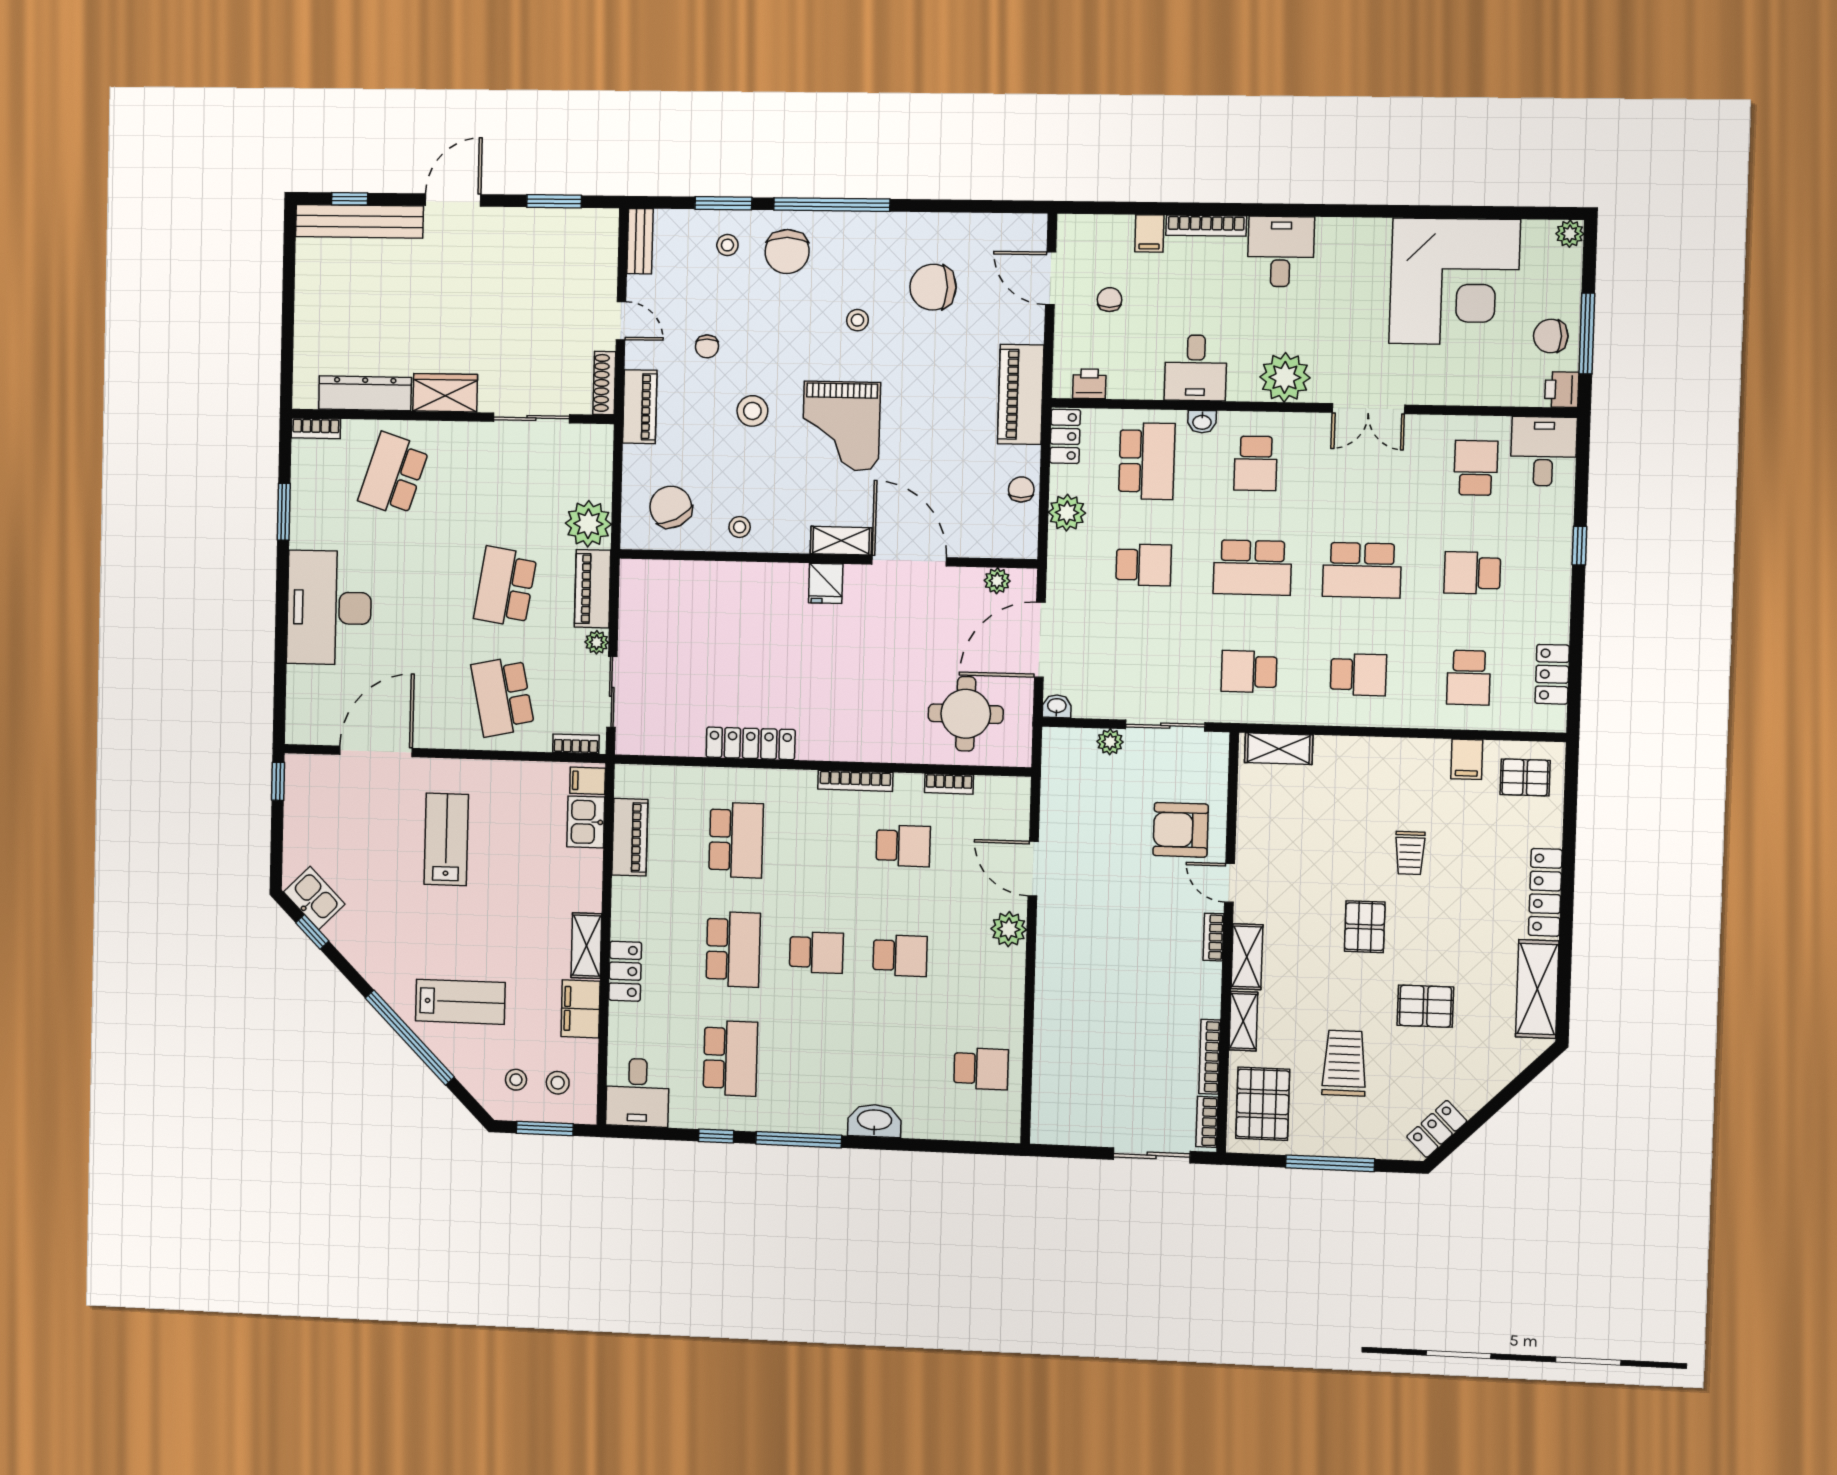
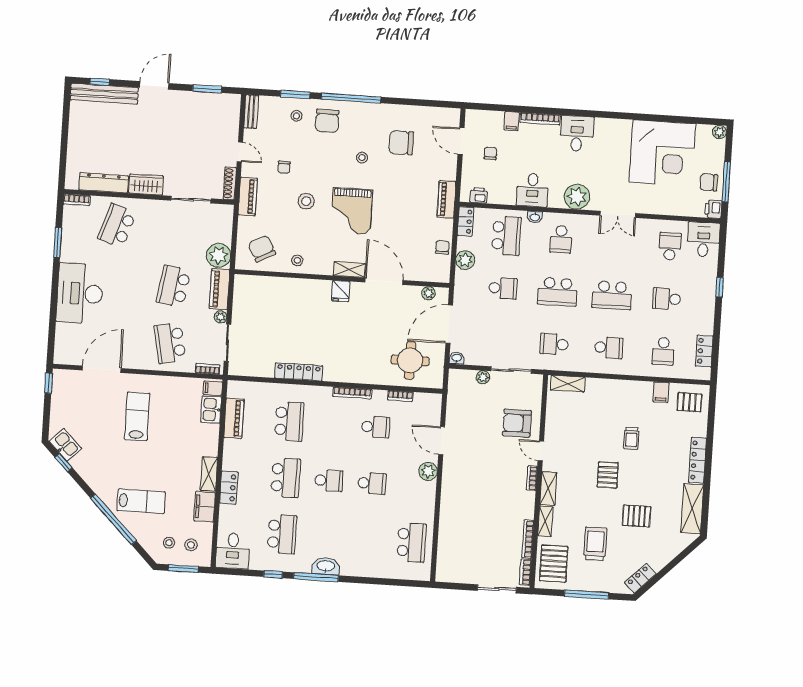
piano: (1021, 394) -> (447, 199), width x0.73, depth x0.75
school desk: (981, 1069) -> (411, 543), width x1.85
washbasin: (875, 1121) -> (326, 566), moved

